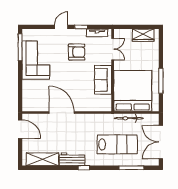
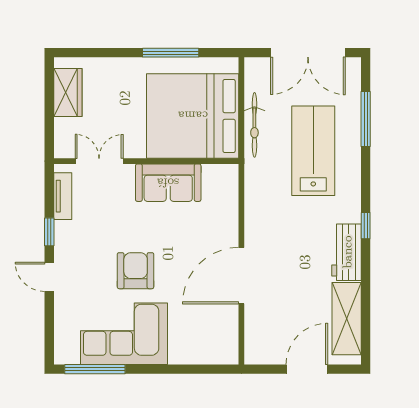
armchair: (77, 52) -> (136, 271), moved
door: (20, 129) -> (307, 369), moved

